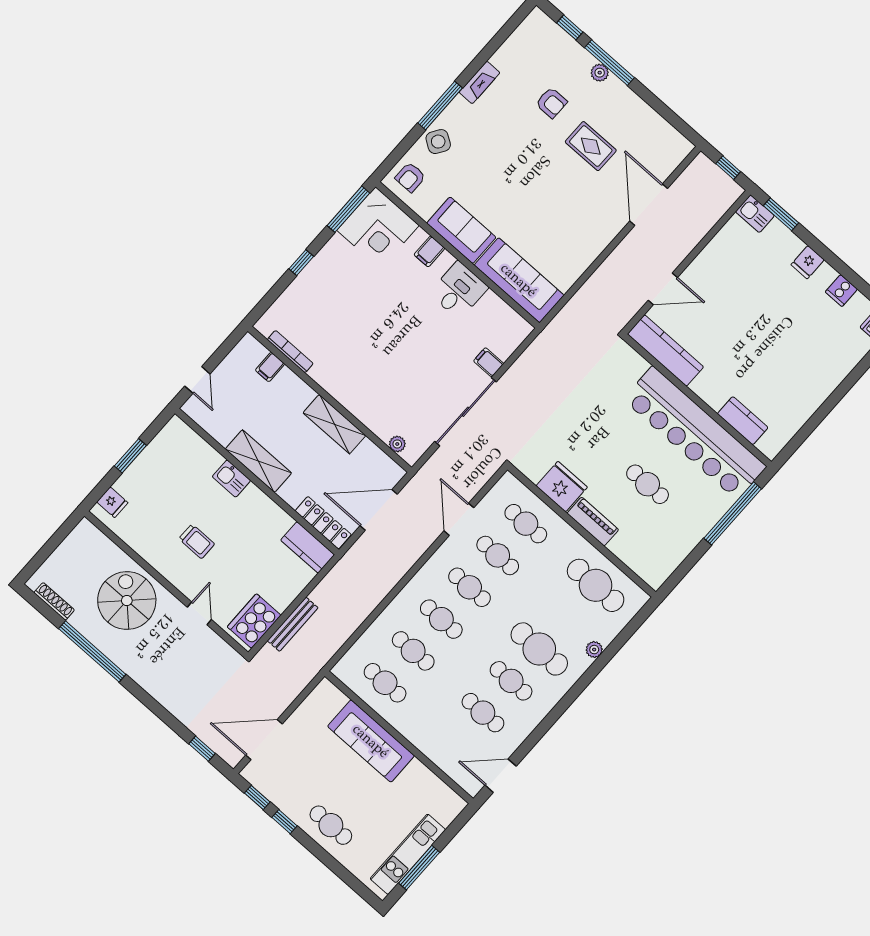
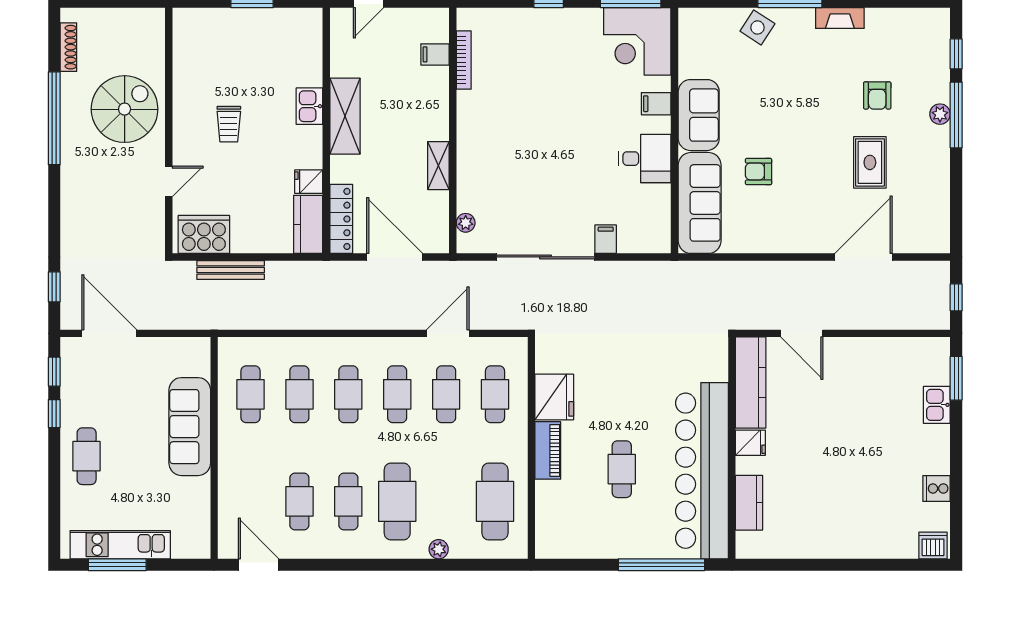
armchair: (410, 177) -> (759, 172), moved
kitchen sink: (755, 214) -> (937, 405), moved
fridge: (808, 262) -> (750, 443), moved, turned 180
shelving: (334, 424) -> (438, 166), width x0.67, depth x0.75
fridge: (112, 502) -> (309, 182), moved, turned 90

